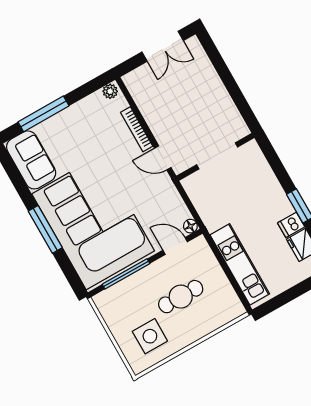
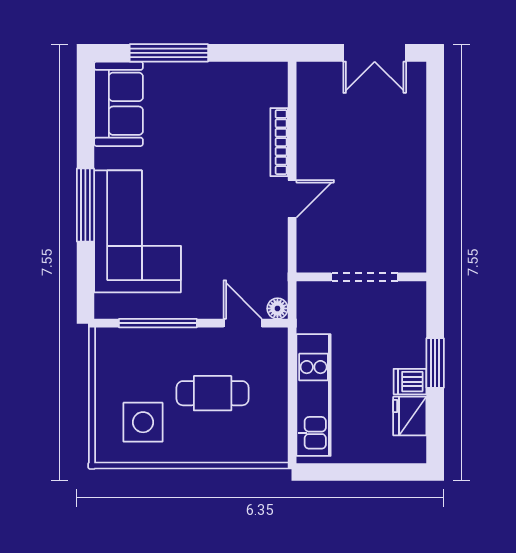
plant: (110, 91) -> (273, 73), removed
doorway: (217, 156) -> (365, 277), moved
wall: (215, 157) -> (361, 277), moved
door: (163, 158) -> (292, 199), swing flipped
corner sofa: (93, 222) -> (138, 231), width x0.73, depth x0.74

